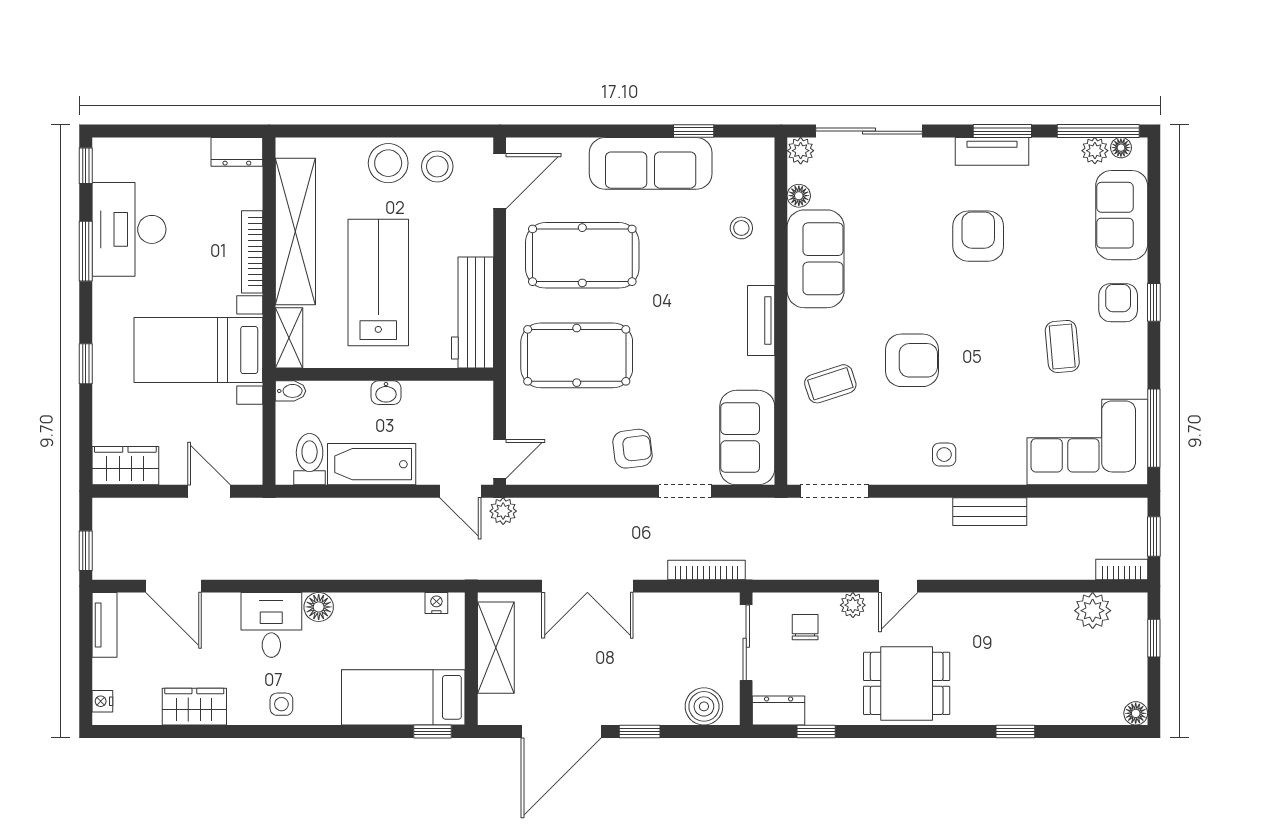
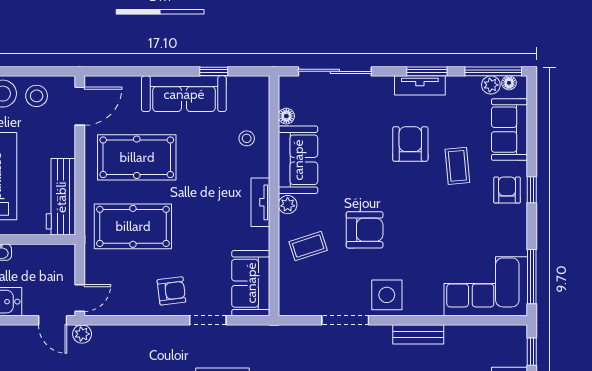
plant: (801, 151) -> (288, 205), moved
coffee table: (1062, 346) -> (457, 166), moved
side table: (944, 455) -> (387, 295), width x1.87, depth x1.87
doorway: (835, 491) -> (345, 320), moved

